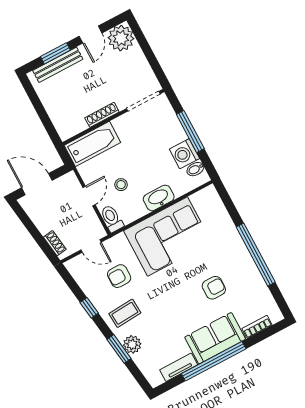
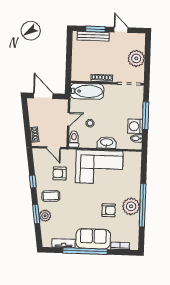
door: (91, 35) -> (121, 30), swing flipped
plant: (121, 38) -> (136, 58), moved
plant: (241, 265) -> (131, 206), added

